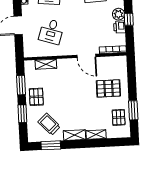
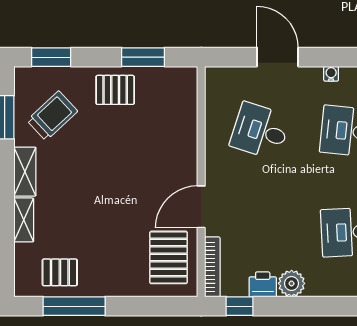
window: (129, 19) -> (240, 306), moved
shelving: (46, 64) -> (187, 115), removed
pallet: (108, 88) -> (169, 257), moved
window: (133, 110) -> (74, 306), width x1.44
window: (22, 114) -> (51, 57), moved

